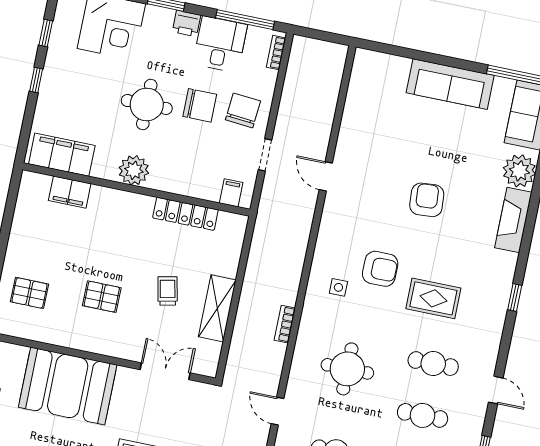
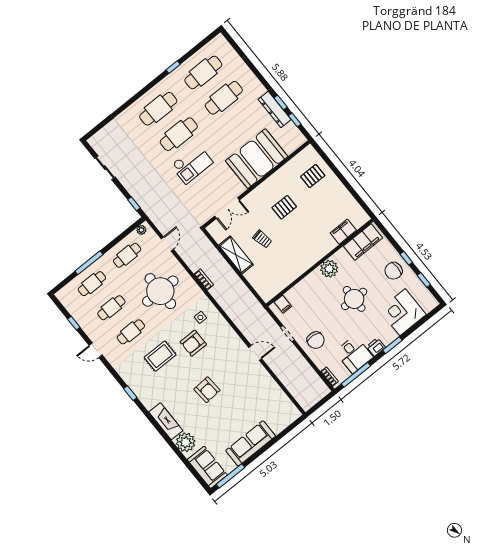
chair: (200, 105) -> (394, 271), moved
locker: (185, 214) -> (290, 276), removed
round table: (347, 369) -> (160, 291), width x1.36, depth x1.36
door: (278, 411) -> (167, 244), hinge flipped

